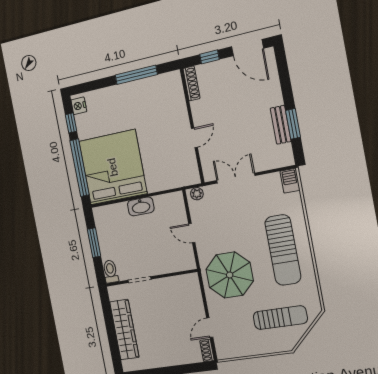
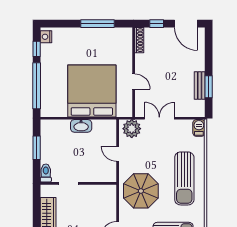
door: (194, 138) -> (134, 81), hinge flipped
bed: (113, 167) -> (92, 91), moved
plant: (197, 194) -> (132, 129), width x1.88, depth x1.88

